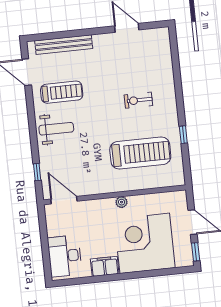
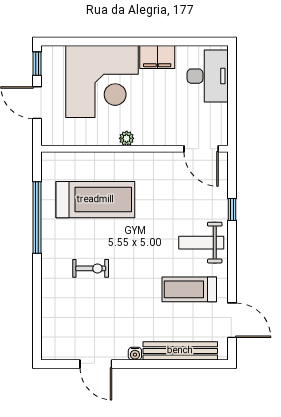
water cooler: (98, 39) -> (135, 354), added
window: (183, 135) -> (37, 218), width x3.17
treadmill: (140, 153) -> (95, 200), turned 180
window: (37, 172) -> (232, 210), moved

